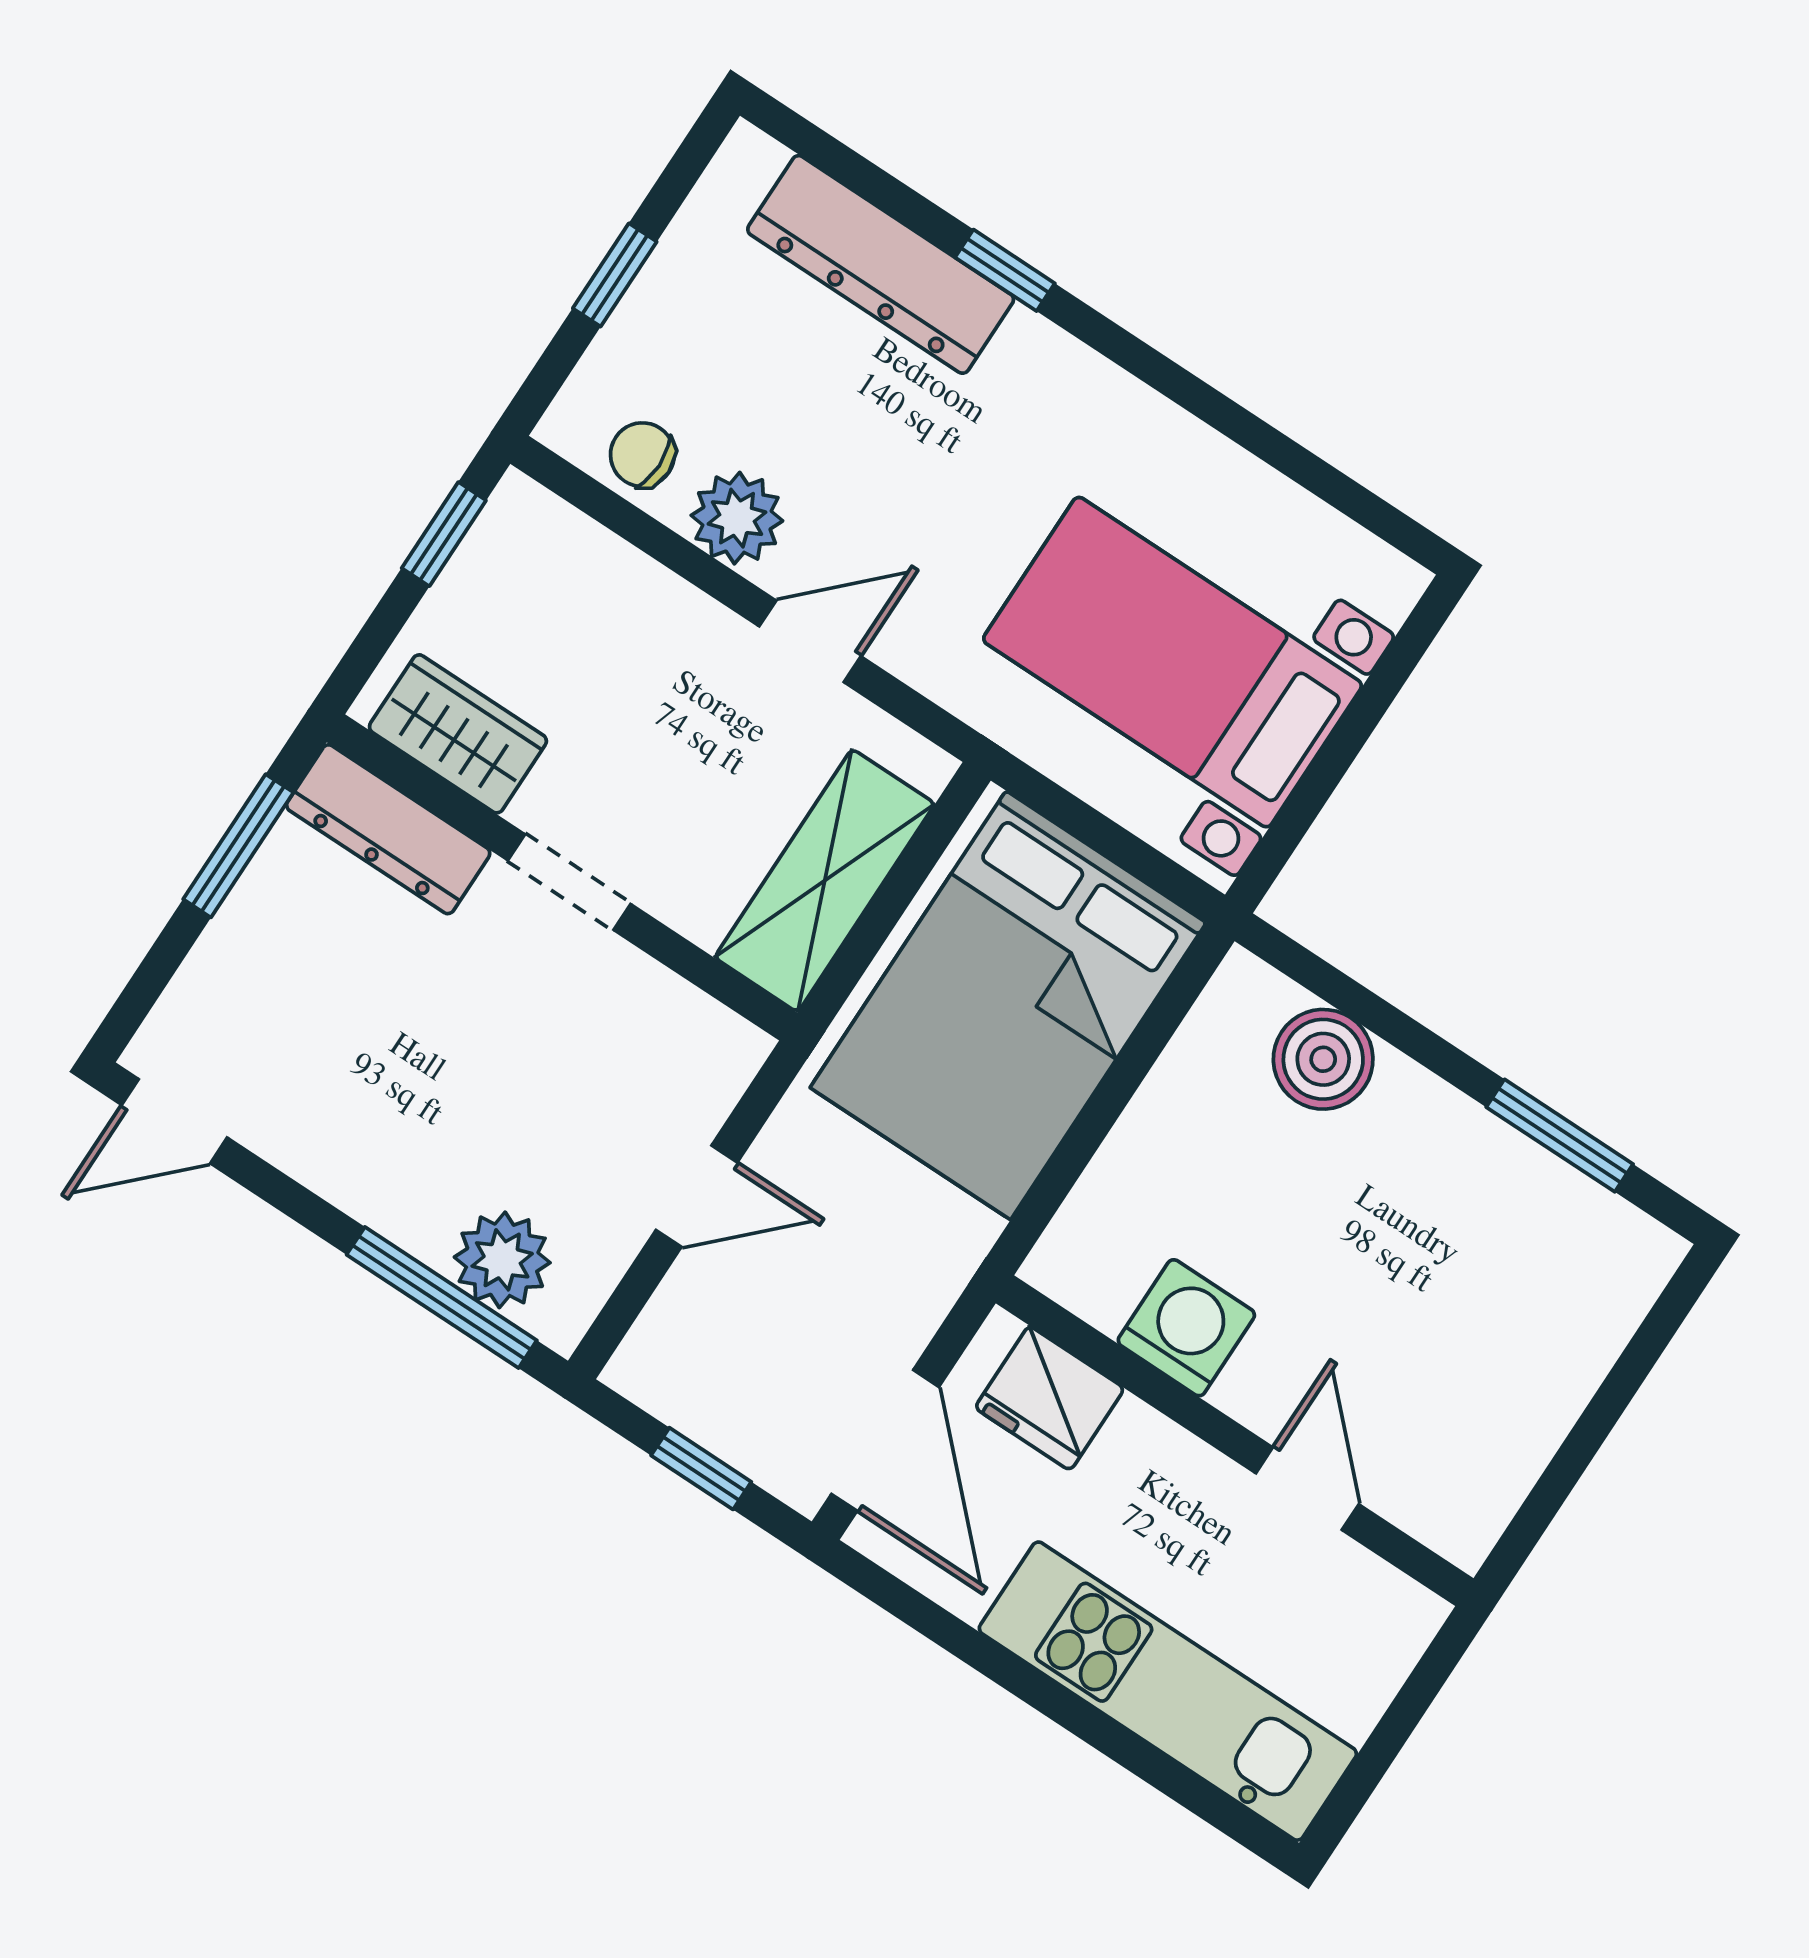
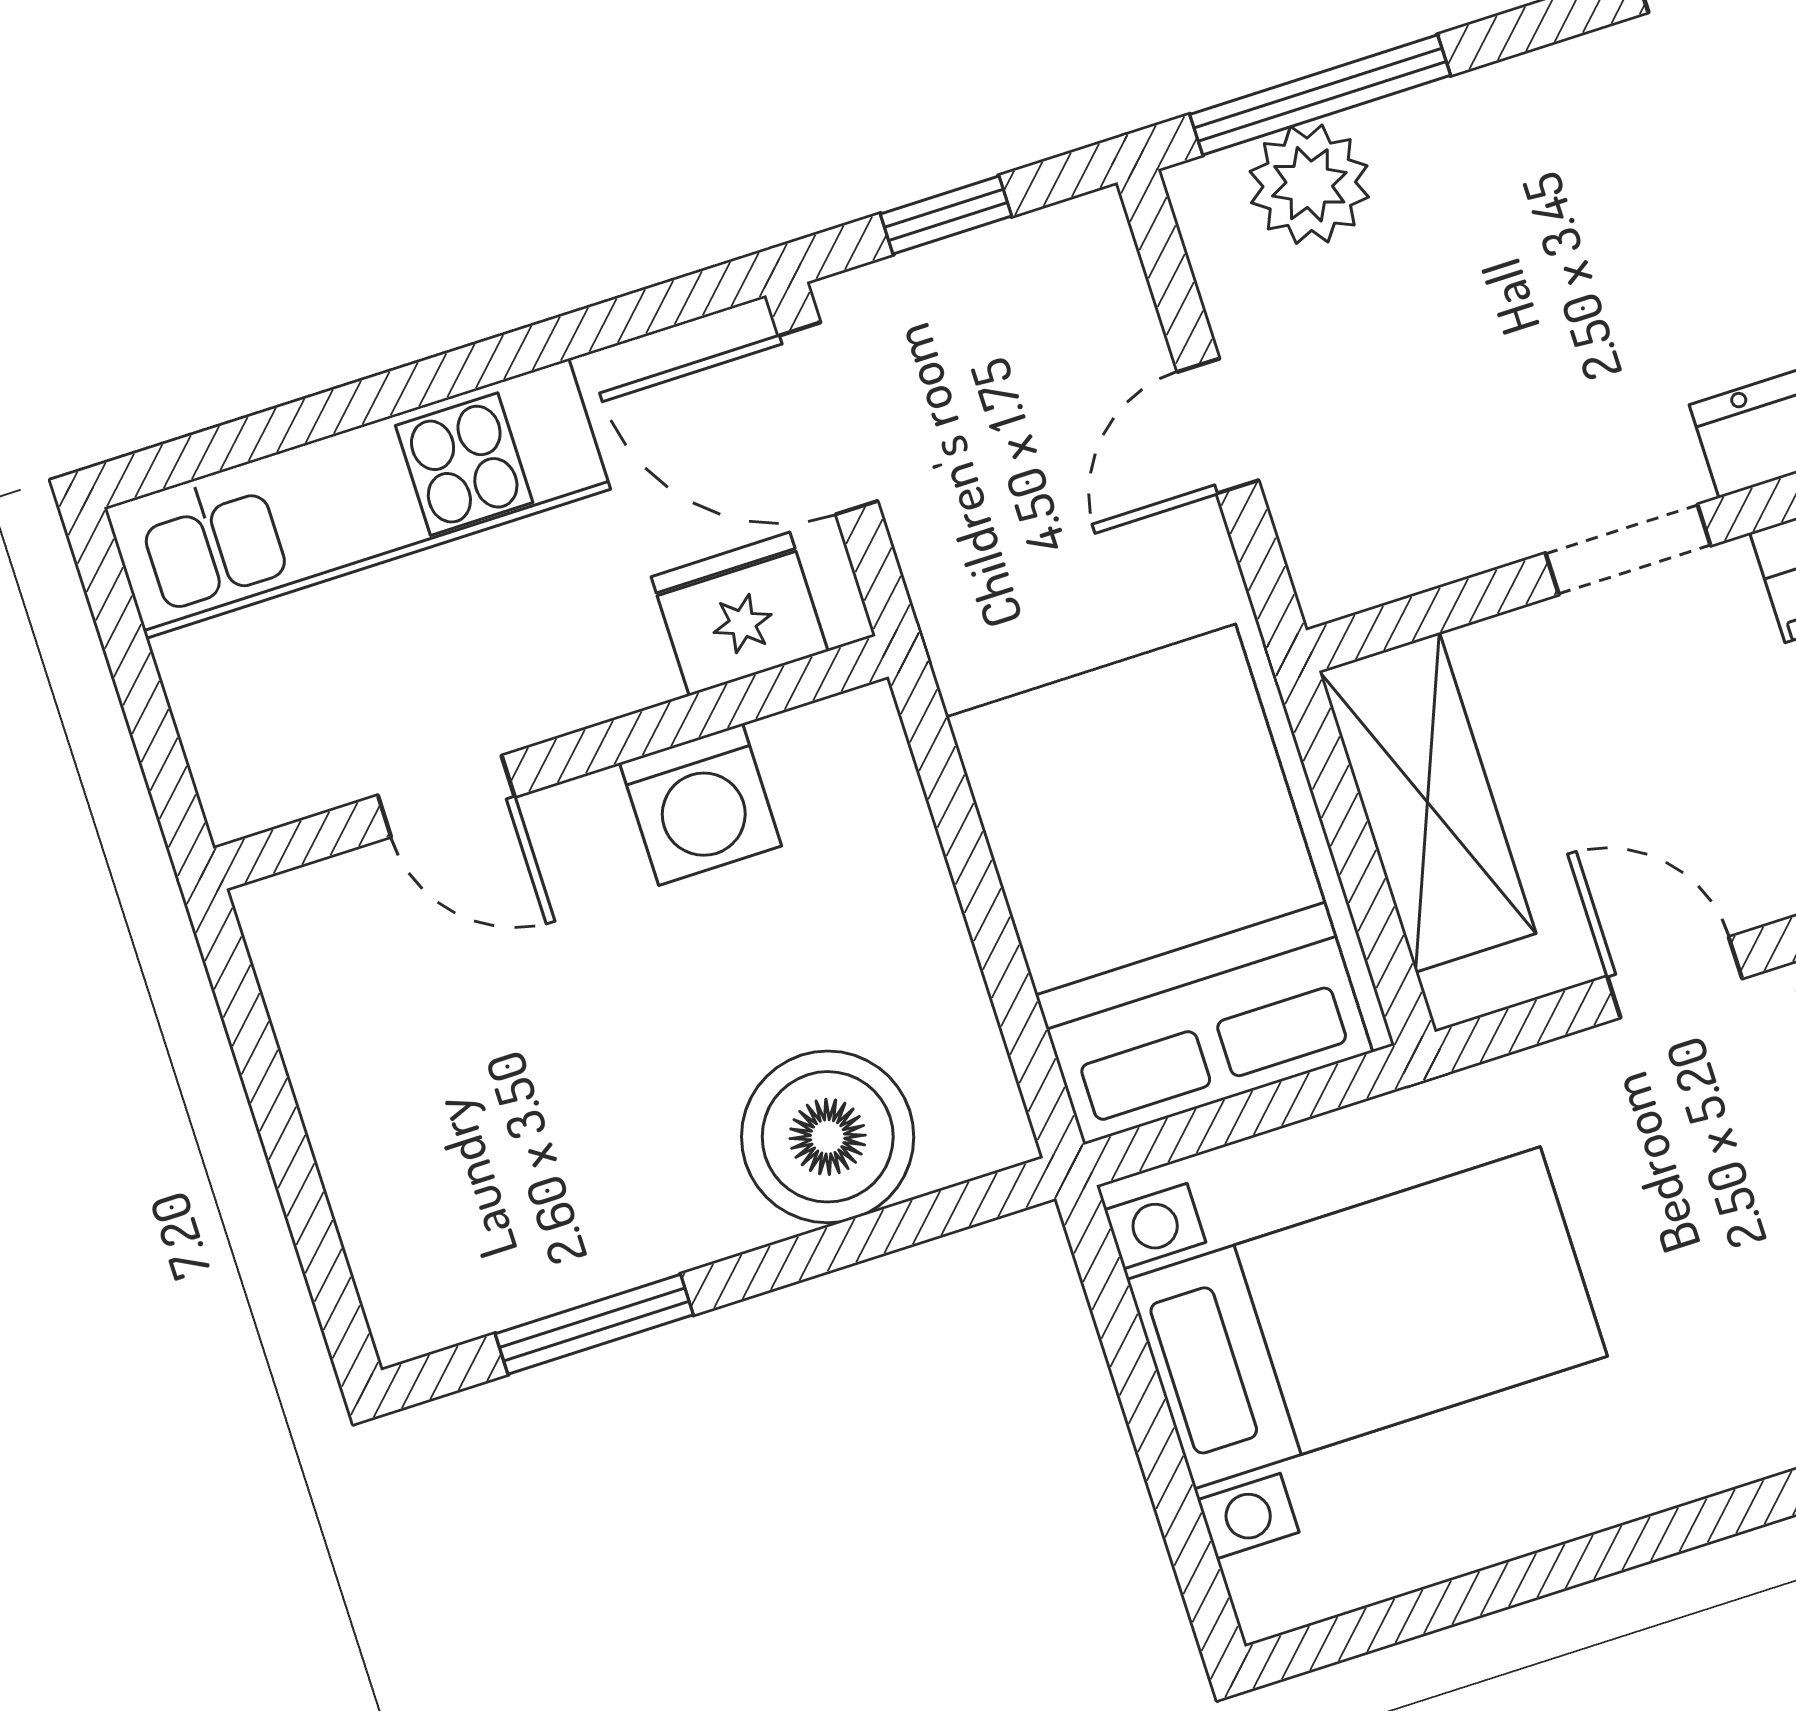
door: (810, 641) -> (1675, 977), swing flipped
boiler: (1323, 1059) -> (828, 1137), width x1.37, depth x1.37

